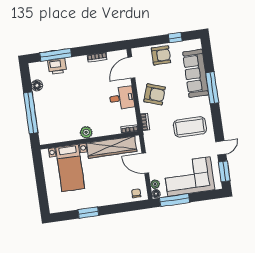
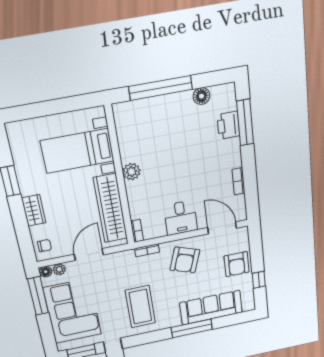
wardrobe: (110, 199) -> (34, 210), added

